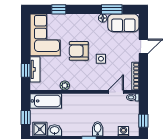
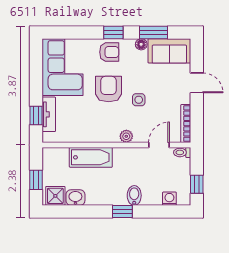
window: (59, 9) -> (113, 32), moved
armchair: (79, 24) -> (109, 52), added
door: (143, 46) -> (197, 83), hinge flipped
armchair: (79, 51) -> (109, 89), turned 90
plant: (65, 85) -> (126, 136), moved
bathtub: (46, 101) -> (91, 157), moved

